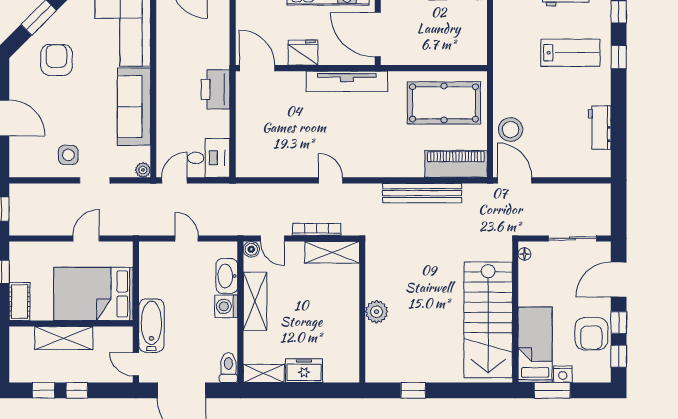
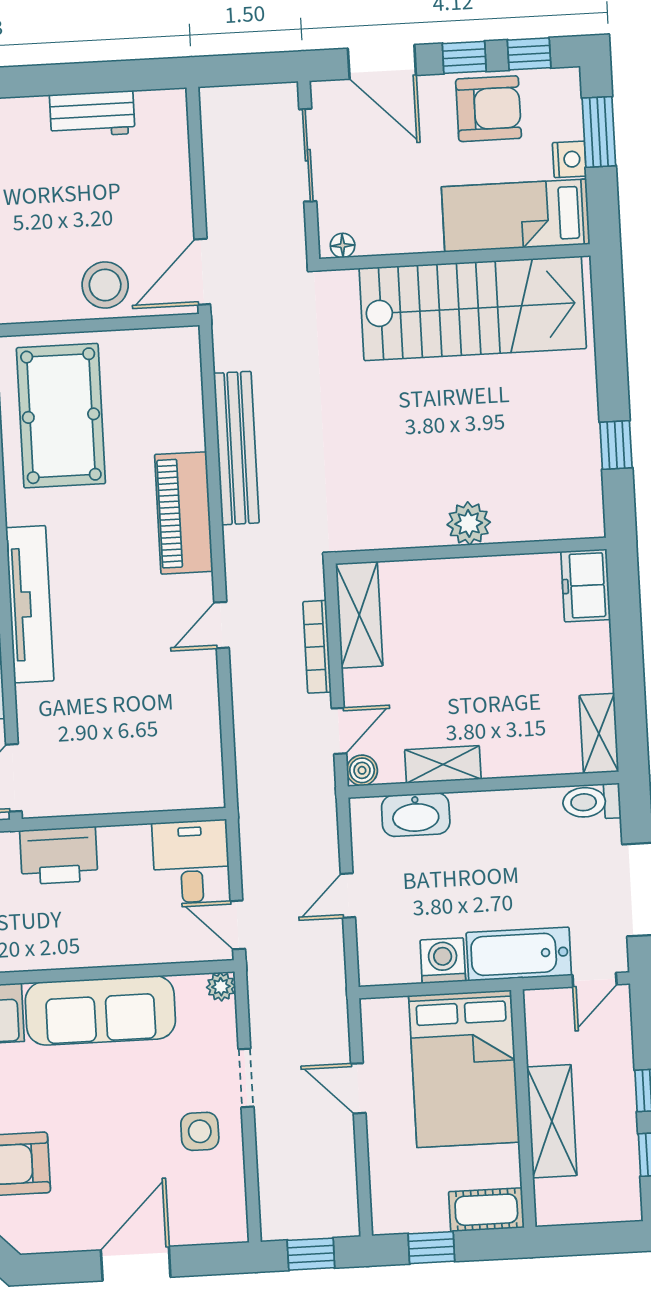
piano: (456, 164) -> (184, 513), moved
shelving: (255, 301) -> (443, 764), width x0.67, depth x0.75
washing machine: (226, 306) -> (443, 961), moved, turned 180
freezer: (304, 371) -> (586, 585), moved
window: (552, 390) -> (599, 132), moved

